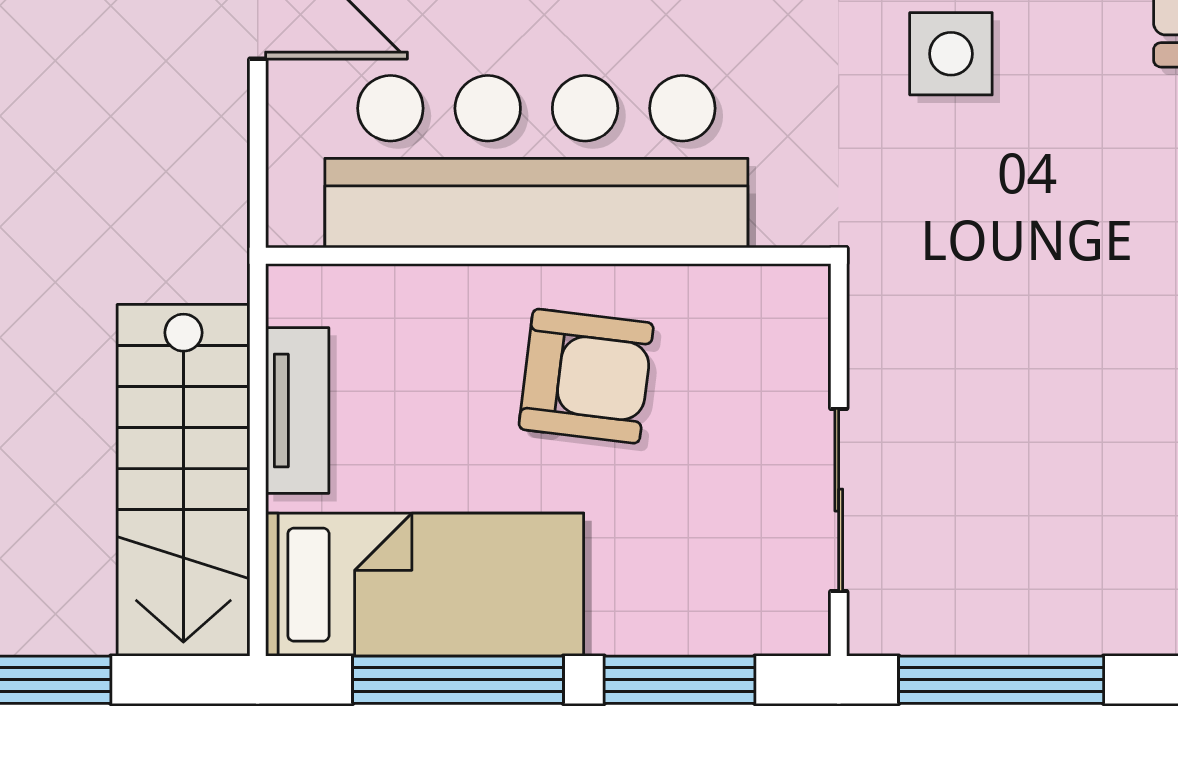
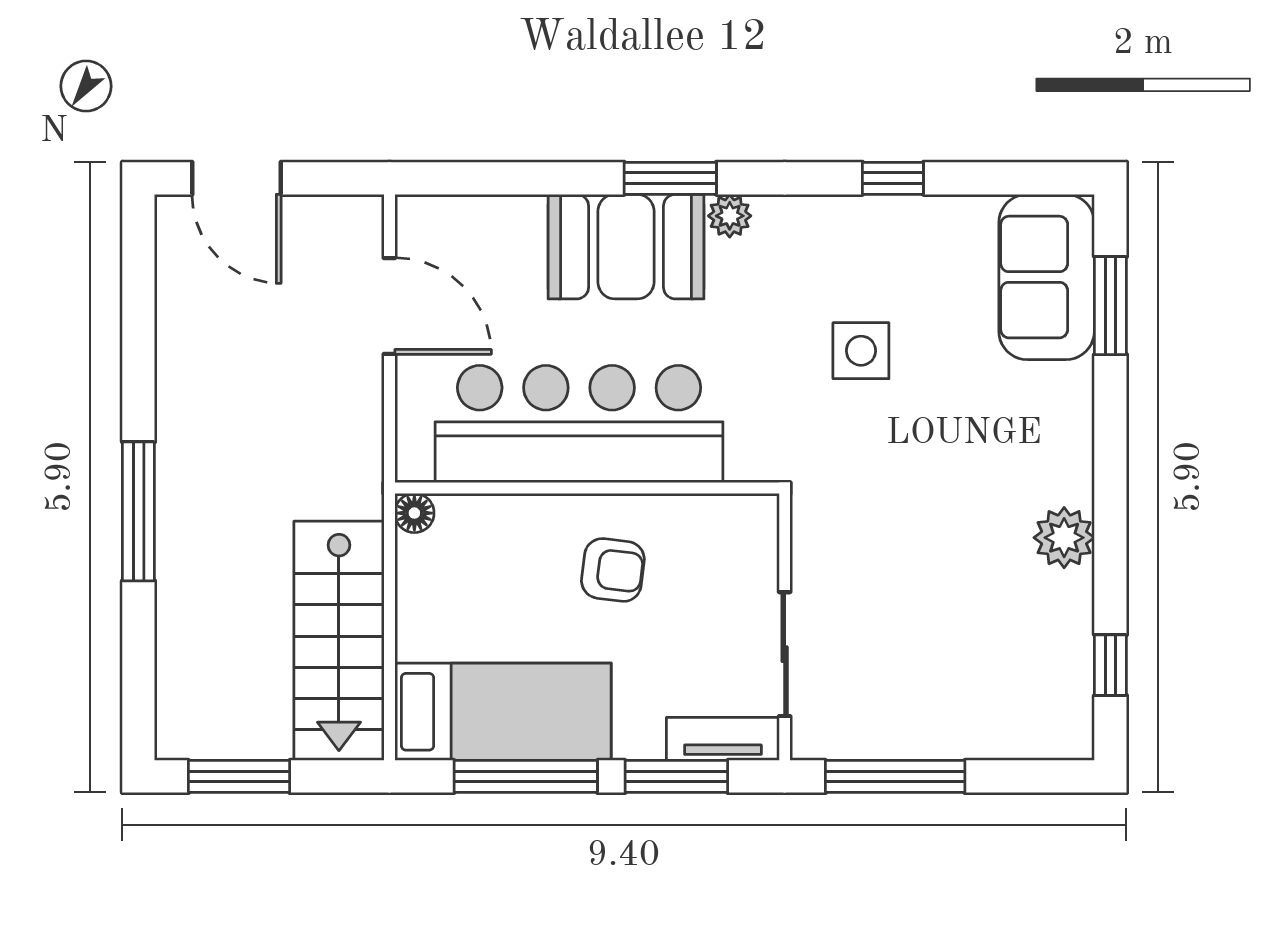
floor lamp: (294, 292) -> (414, 513), added
armchair: (586, 376) -> (613, 570), width x0.72, depth x0.72
tv unit: (297, 410) -> (723, 739), moved, turned -90

